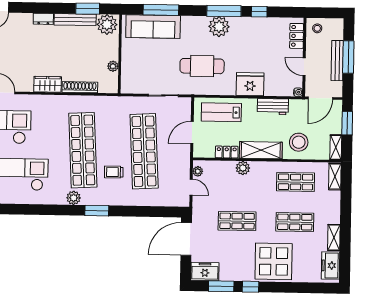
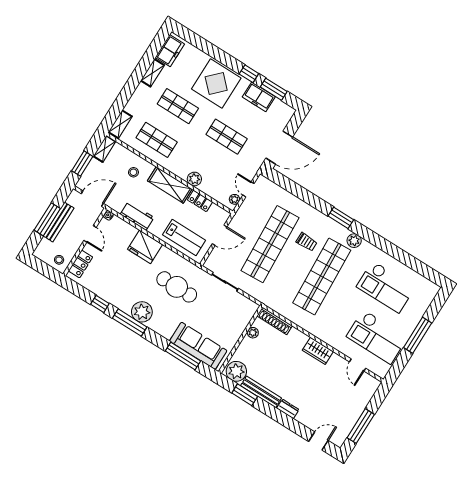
shoe rack: (80, 87) -> (275, 321), moved
stool: (299, 142) -> (133, 172), width x0.53, depth x0.53
freezer: (205, 272) -> (259, 97), moved

